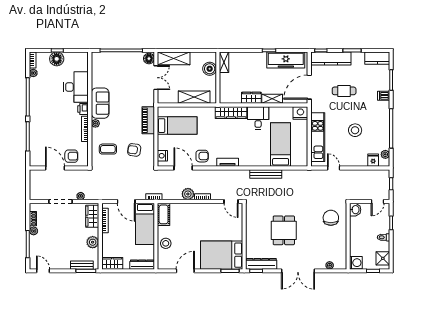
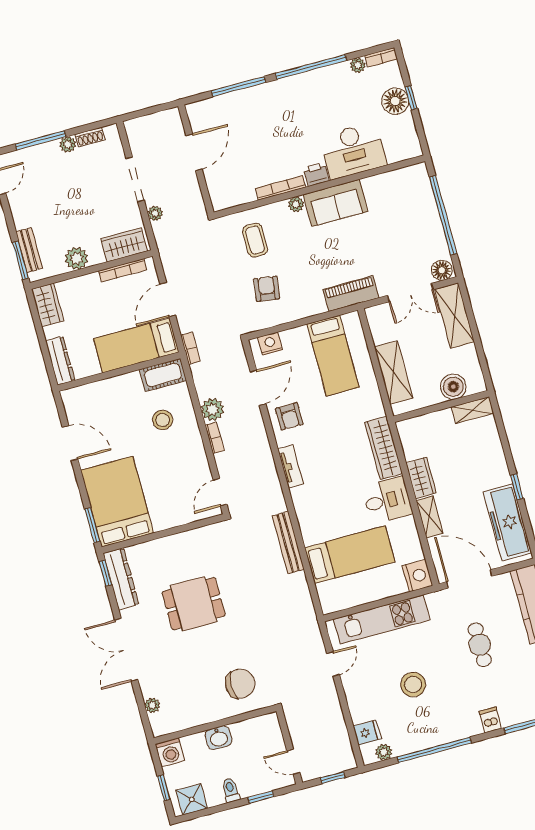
piano: (148, 120) -> (351, 294), moved
armchair: (71, 156) -> (224, 176), removed
washbasin: (355, 210) -> (219, 738), moved
stool: (166, 243) -> (163, 420), moved

